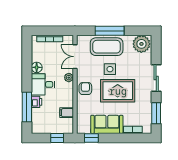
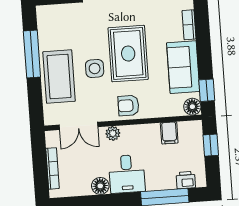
window: (110, 31) -> (32, 54), moved
plant: (141, 44) -> (51, 21), removed
printer: (37, 102) -> (186, 180), moved
floor lamp: (82, 128) -> (192, 107), added

